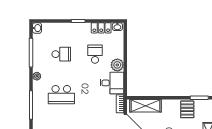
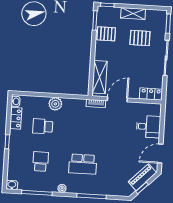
desk: (112, 83) -> (74, 111), removed
school desk: (61, 95) -> (83, 164), turned 90

